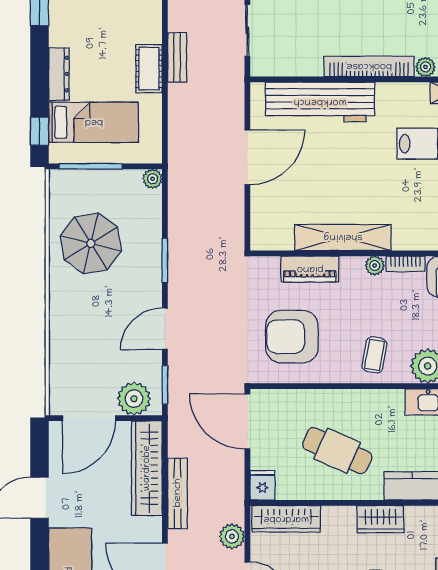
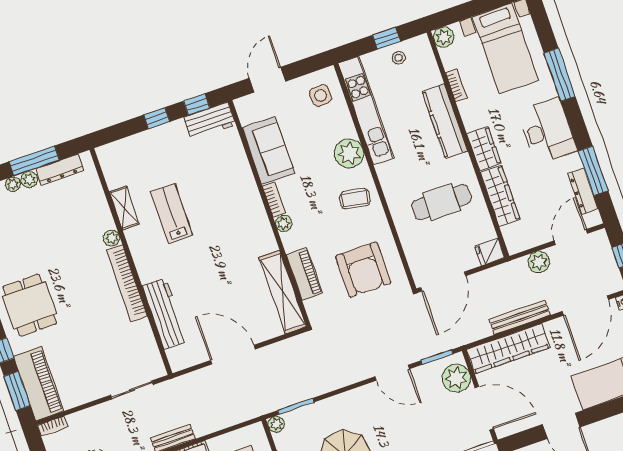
workbench: (320, 102) -> (165, 314), width x0.73, depth x0.76
shelving: (343, 237) -> (283, 292), moved
window: (165, 260) -> (296, 406), moved
cafe table: (337, 451) -> (441, 202), turned 66
wardrobe: (286, 519) -> (500, 196), moved

